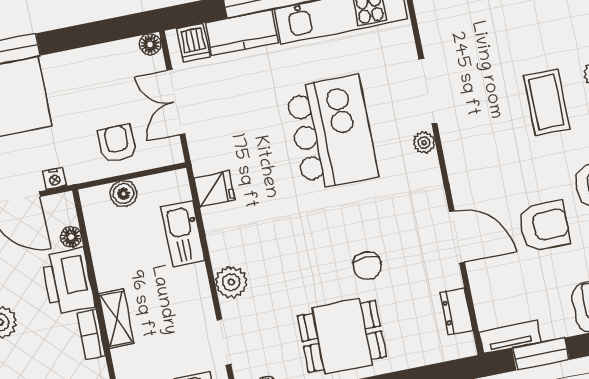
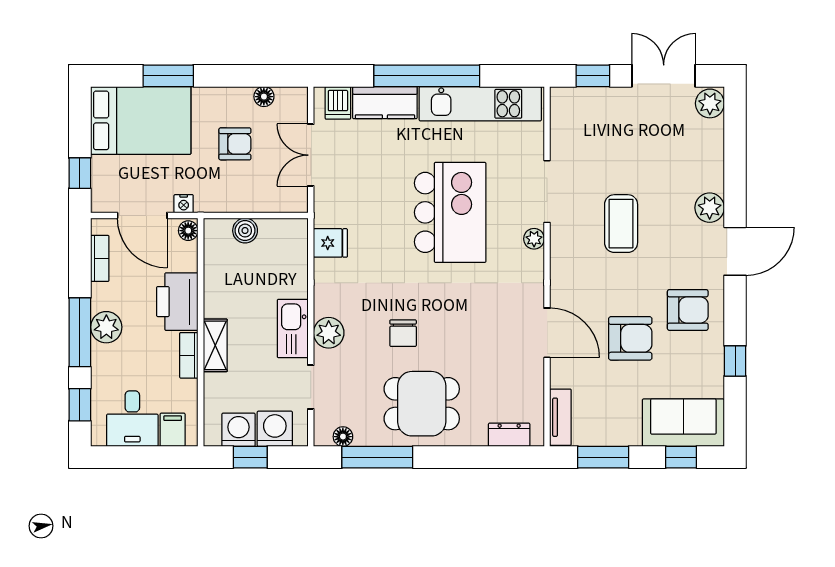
floor lamp: (150, 44) -> (264, 97), moved
coffee table: (546, 102) -> (621, 224), moved
armchair: (117, 144) -> (235, 144), moved, turned 90
kitchen sink: (183, 234) -> (293, 328), moved
floor lamp: (71, 237) -> (188, 231), moved
chair: (367, 266) -> (403, 333), moved
dresser: (456, 311) -> (509, 435), moved, turned 90
tv unit: (510, 337) -> (560, 417), moved, turned 90

